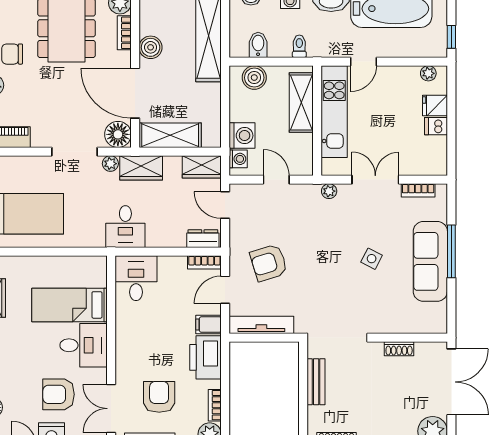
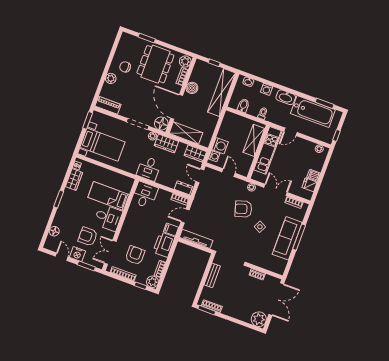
boiler: (254, 78) -> (236, 120), removed
fridge: (435, 105) -> (309, 185), moved
armchair: (269, 263) -> (243, 209), moved

